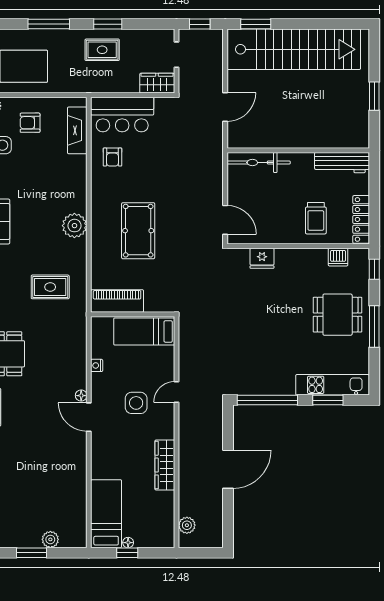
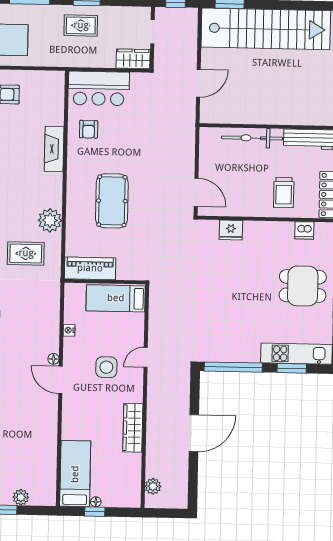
fireplace: (77, 130) -> (54, 149), moved
bicycle: (259, 163) -> (252, 138), moved
plant: (74, 226) -> (50, 220), moved

